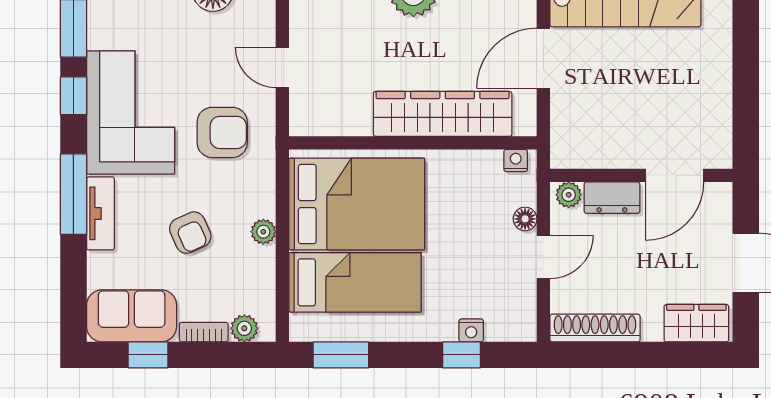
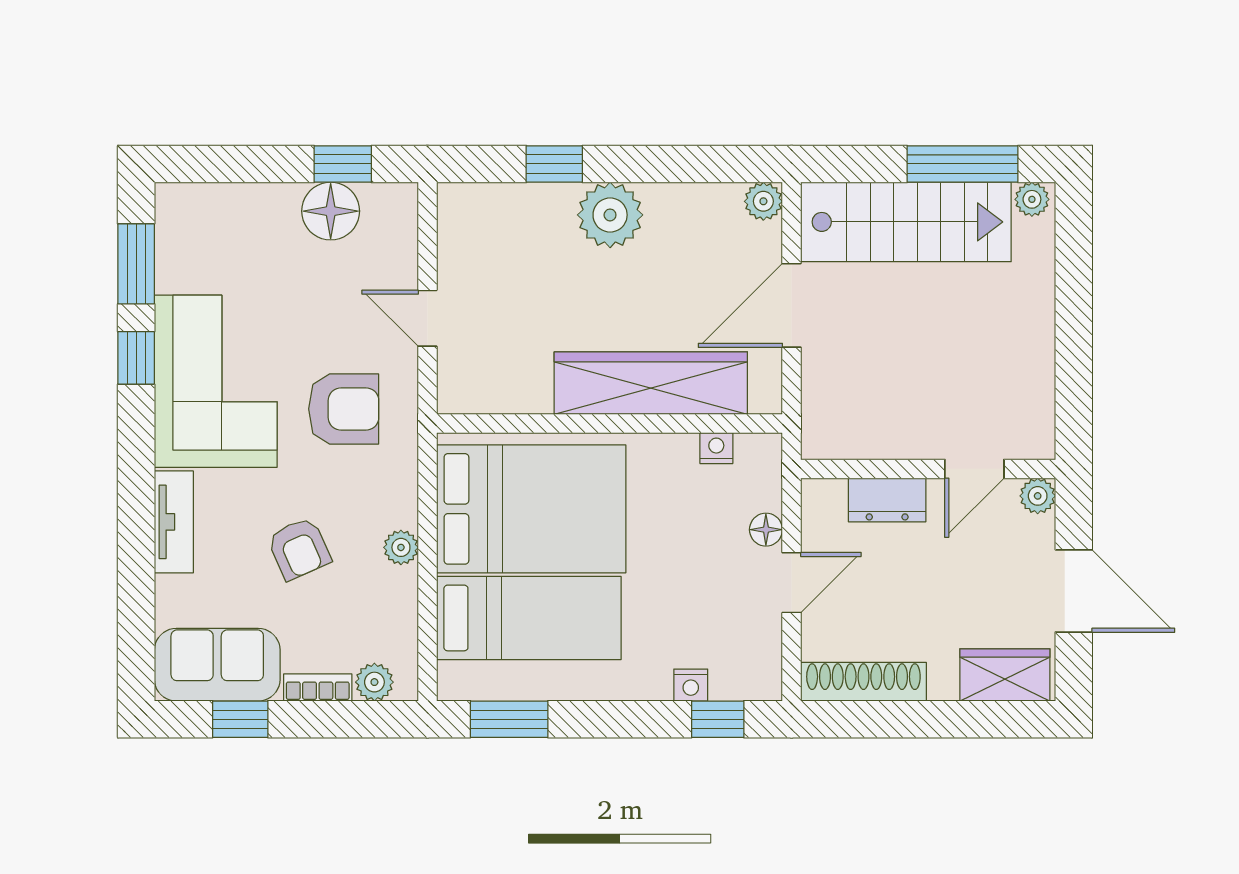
nightstand: (516, 160) -> (716, 448), moved
door: (675, 175) -> (974, 469), width x0.73
window: (73, 194) -> (136, 495), removed
plant: (569, 195) -> (1038, 496), moved
window: (462, 355) -> (718, 719), moved

